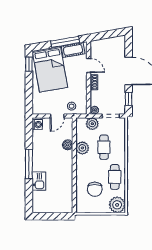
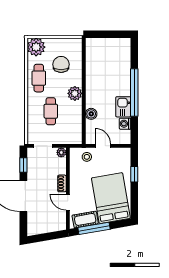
window: (29, 64) -> (134, 174), moved
door: (57, 116) -> (103, 146), hinge flipped
plant: (92, 124) -> (64, 137), removed
washing machine: (37, 125) -> (125, 124), moved
plant: (82, 148) -> (75, 93), moved
window: (29, 164) -> (134, 93), width x1.46
kitchen sink: (39, 181) -> (123, 107), moved

